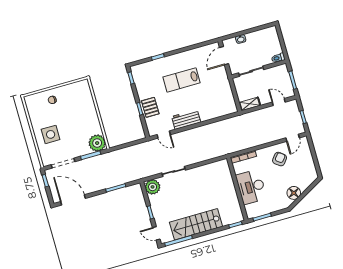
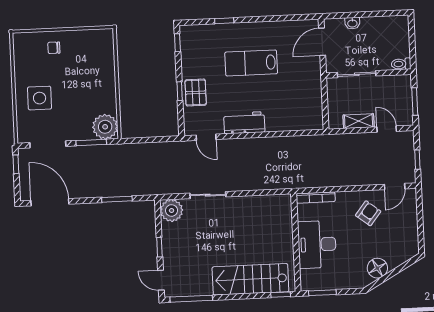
shelving: (250, 104) -> (359, 121), moved
stairs: (196, 224) -> (250, 279), moved

